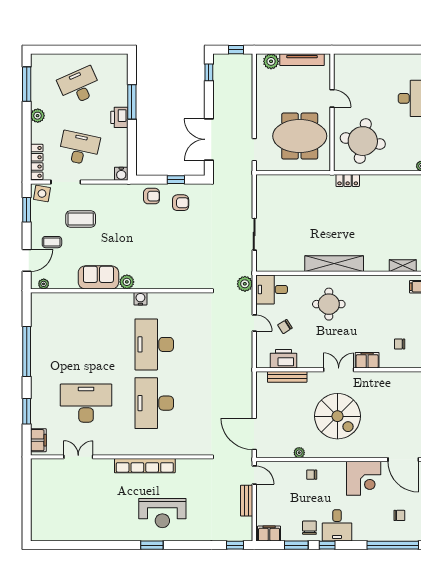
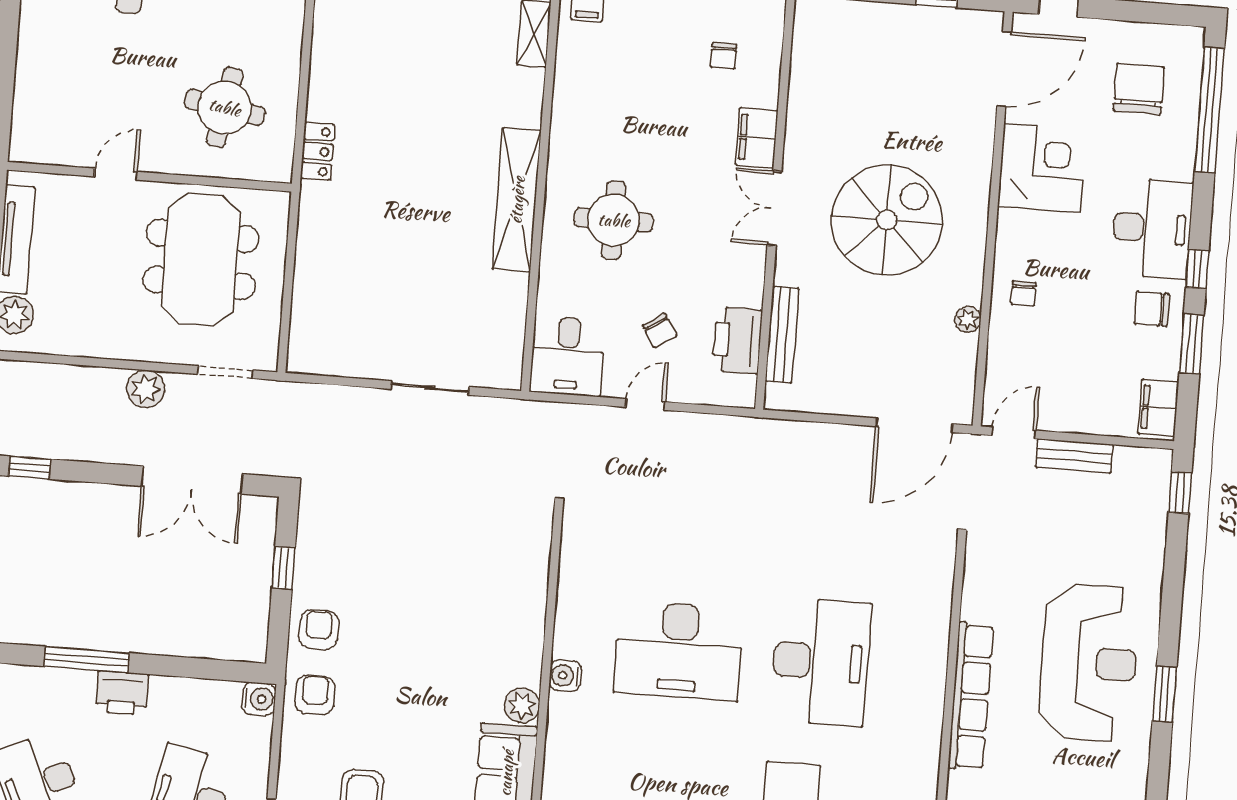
round table: (363, 141) -> (225, 107), width x0.73, depth x0.73
armchair: (181, 203) -> (315, 695), moved
plant: (245, 284) -> (146, 389), moved
desk: (154, 403) -> (821, 662), turned -90
reception desk: (162, 513) -> (1089, 662), width x1.36, depth x1.30
chair: (399, 515) -> (1139, 89), width x1.87, depth x1.87
desk: (337, 525) -> (1152, 228), width x1.37

